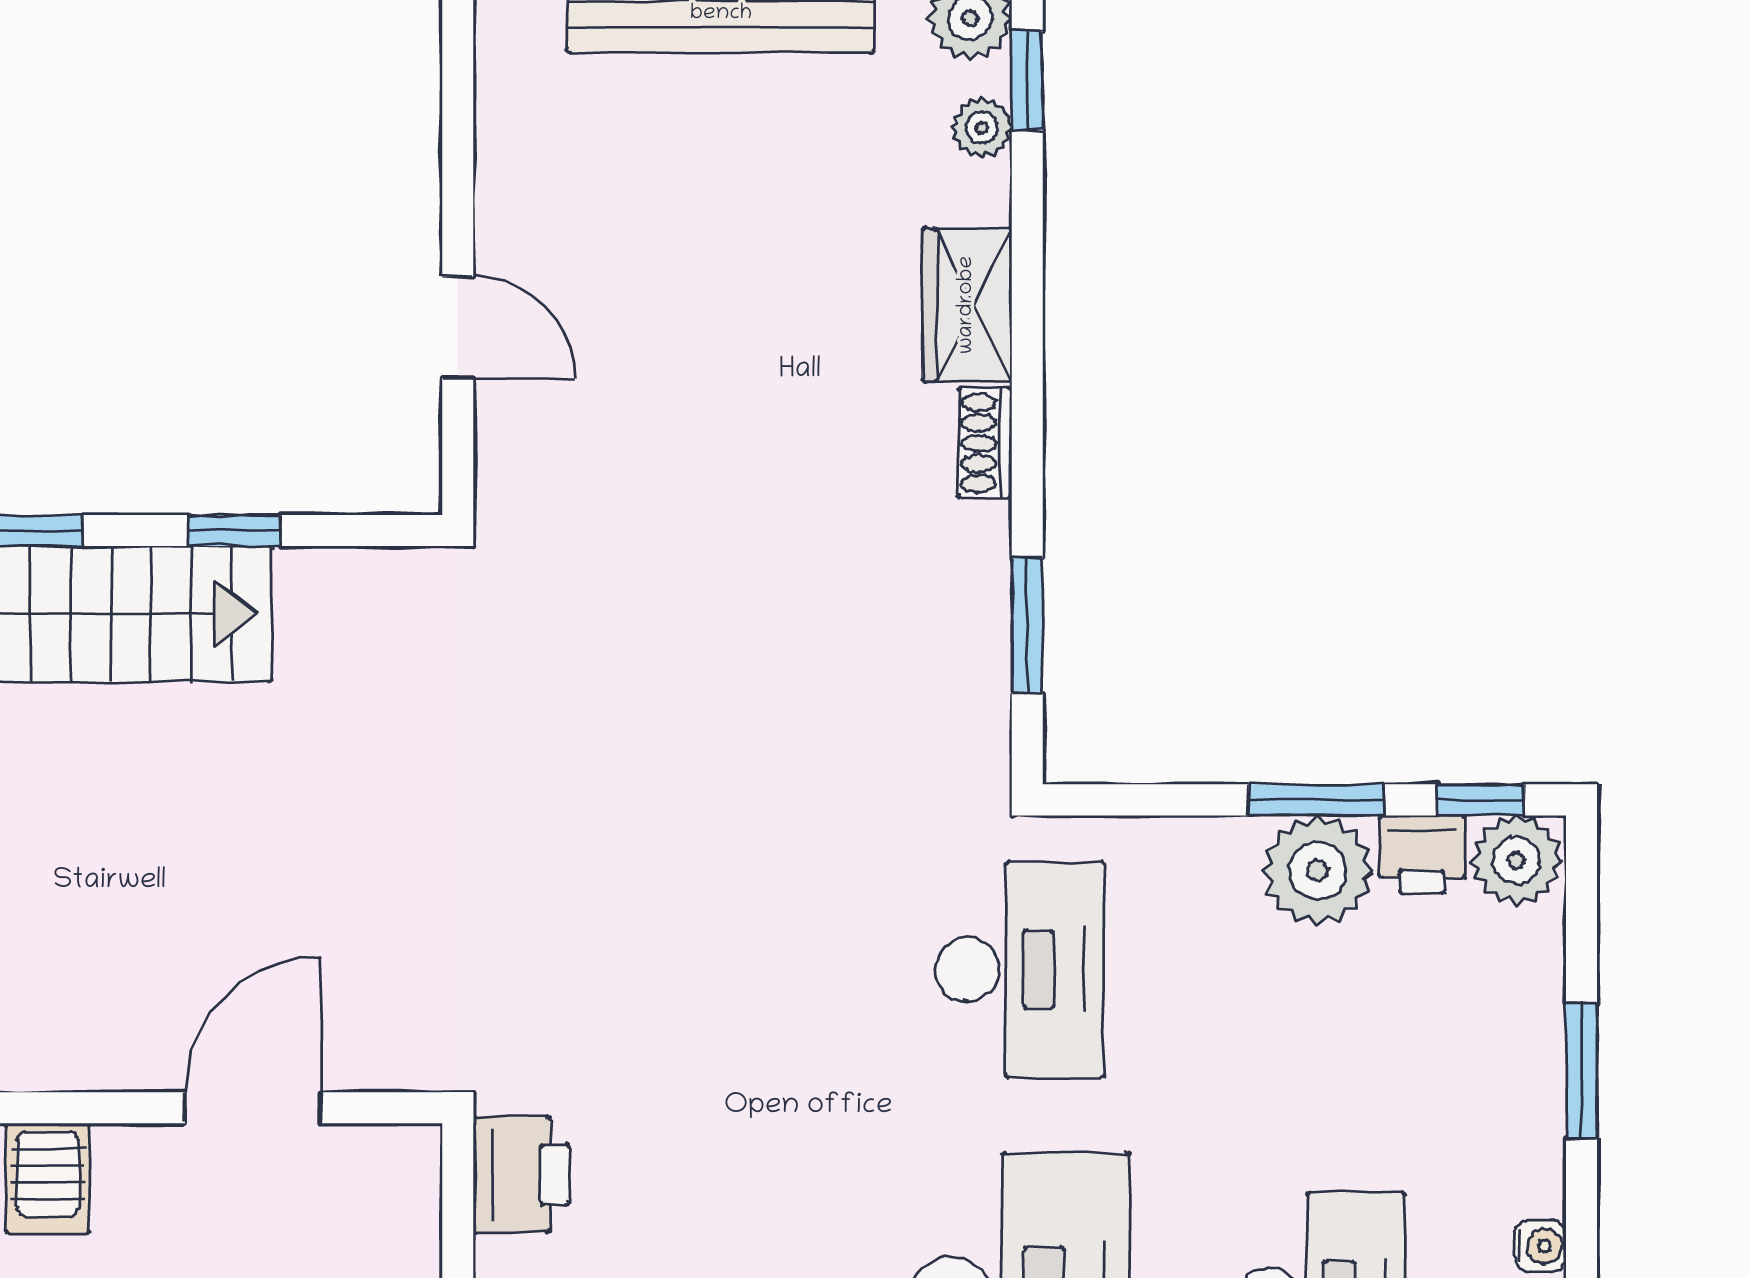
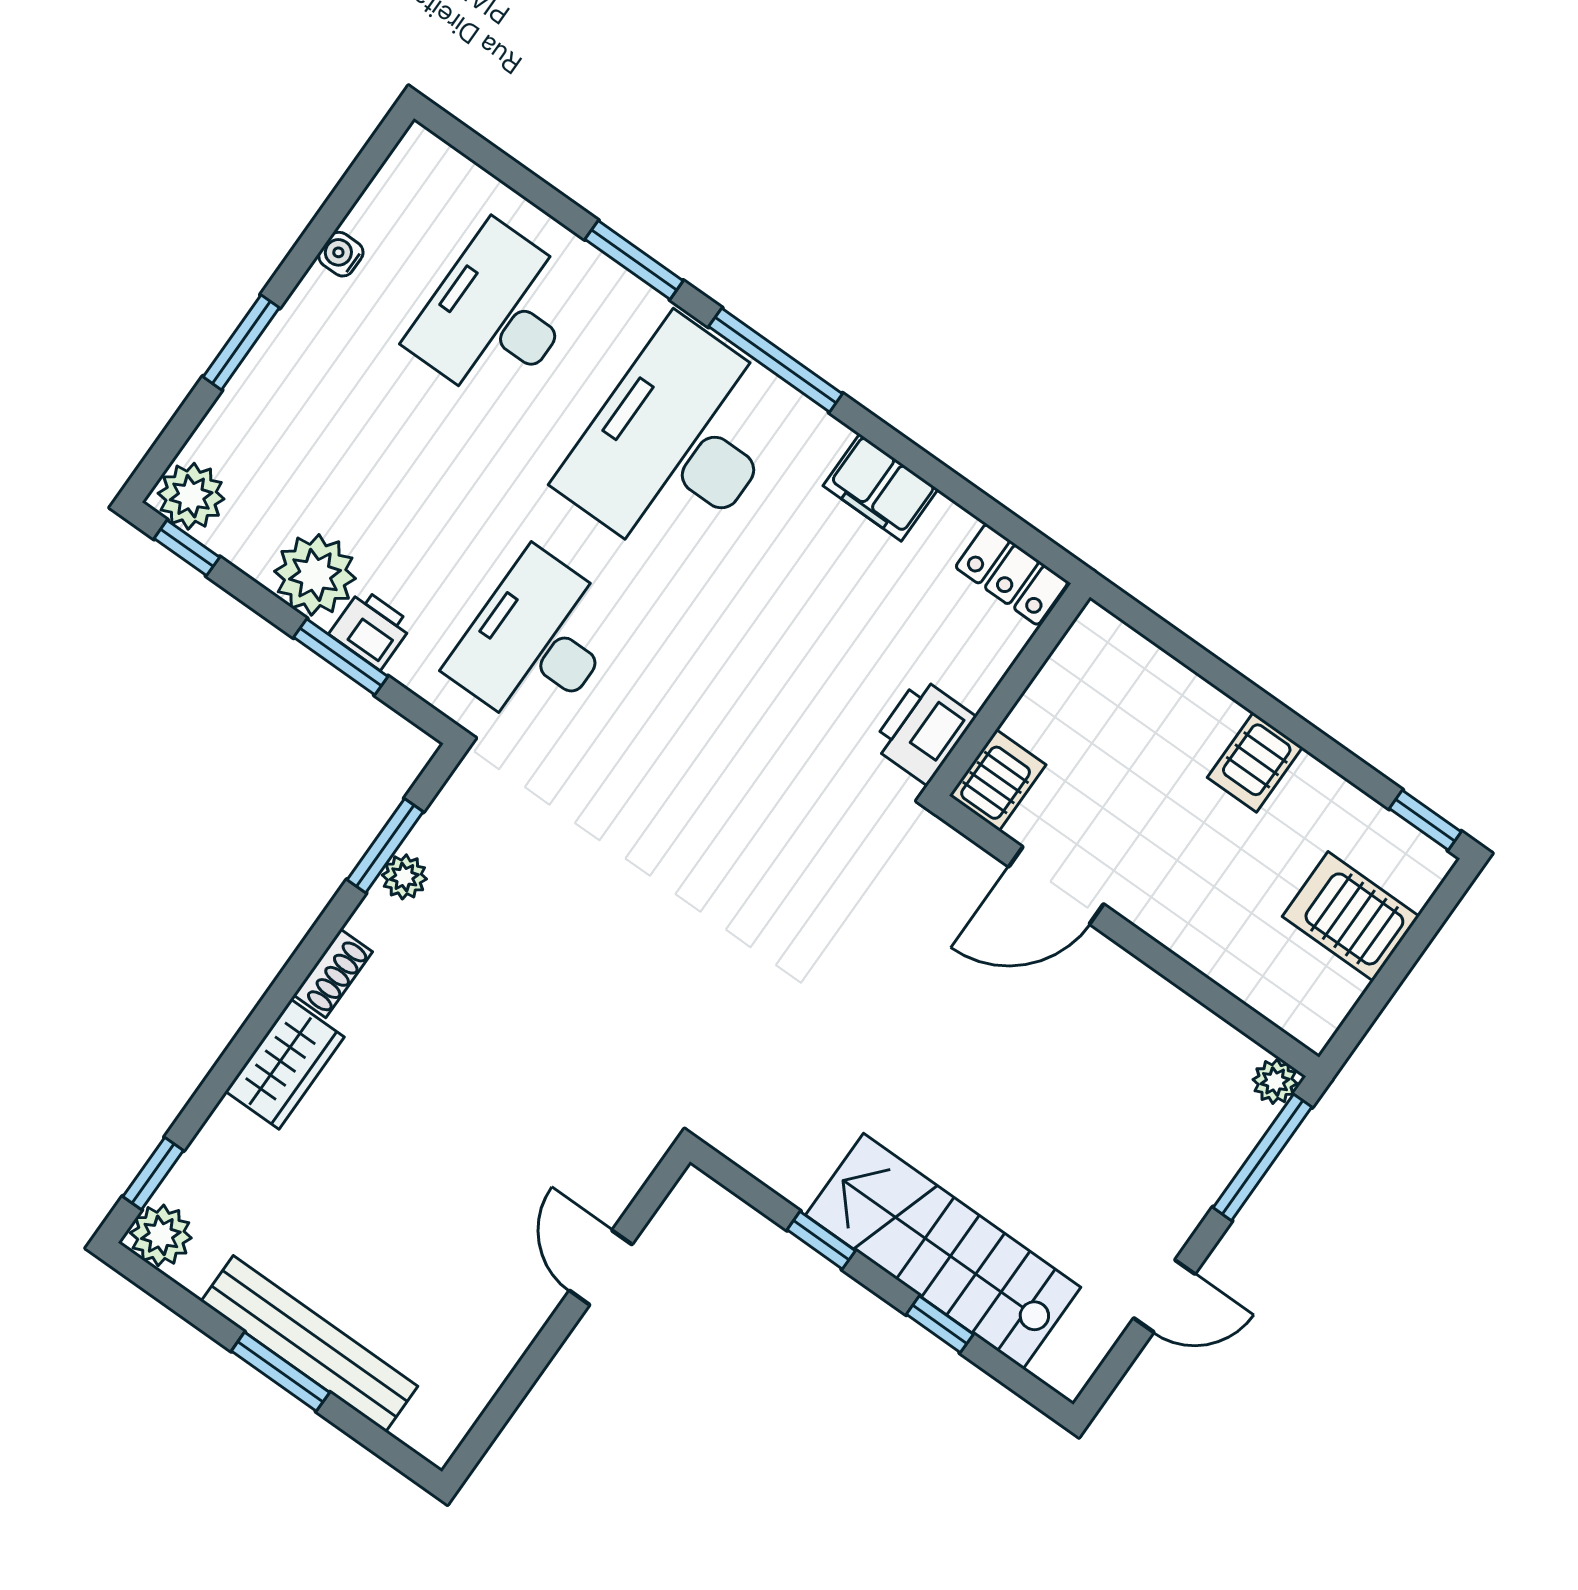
plant: (982, 128) -> (404, 877), moved
window: (1316, 800) -> (341, 657), moved
printer: (1422, 854) -> (371, 629), moved
server rack: (48, 1178) -> (997, 780), moved

